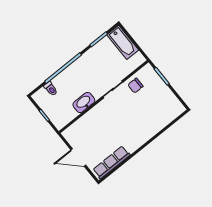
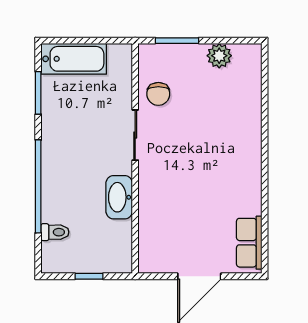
plant: (169, 97) -> (219, 56), added
row of seats: (111, 162) -> (249, 243), width x0.68

